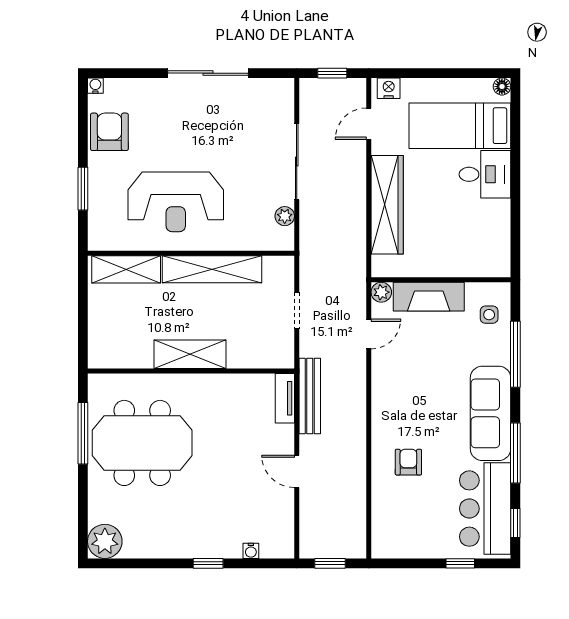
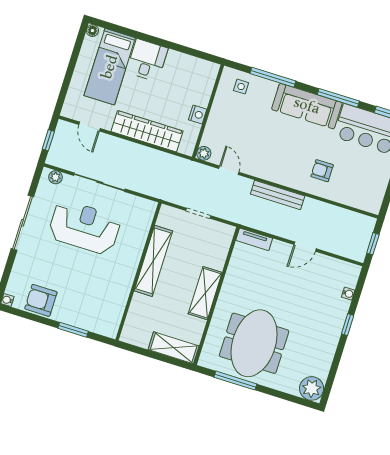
nightstand: (389, 88) -> (198, 114), moved, turned 180
reception desk: (176, 202) -> (85, 227), moved, turned -90
plant: (285, 216) -> (56, 177), moved
shelving: (126, 269) -> (174, 348), moved, turned 90
fireplace: (429, 297) -> (217, 123), removed
bench: (310, 396) -> (278, 195), moved

